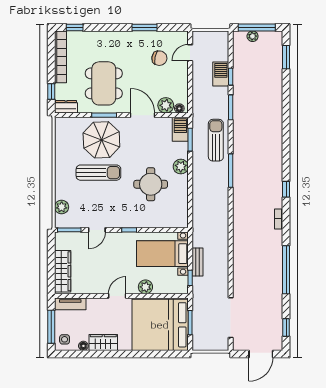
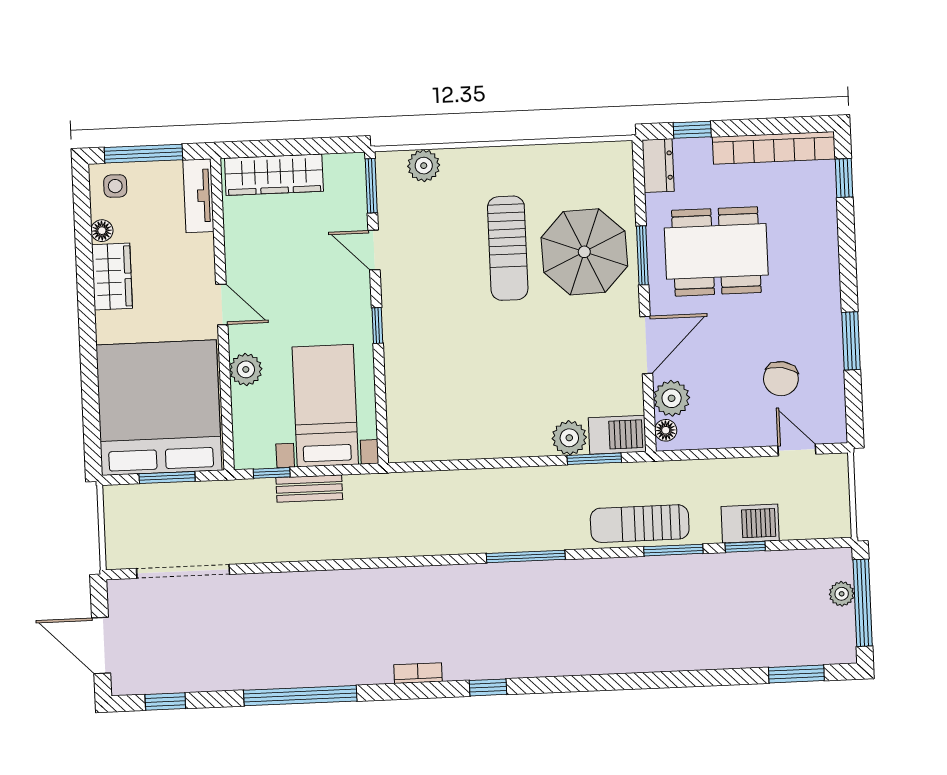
sun lounger: (216, 140) -> (640, 524), moved, turned 180
plant: (181, 167) -> (569, 438), moved
round table: (151, 184) -> (486, 371), removed

